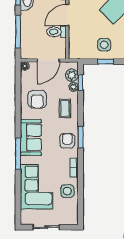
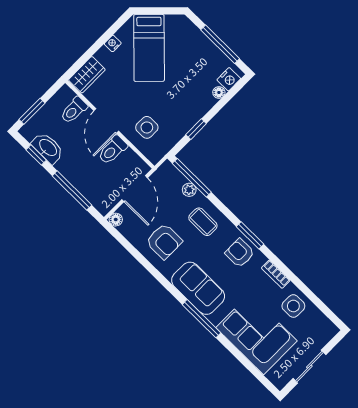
side table: (104, 45) -> (147, 127), moved
plant: (72, 75) -> (175, 179), removed
window: (80, 82) -> (192, 178), width x2.17

